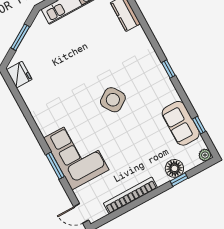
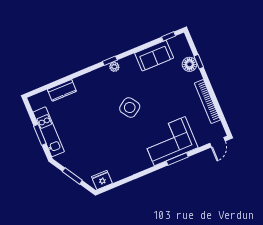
window: (199, 125) -> (168, 36), moved
plant: (205, 155) -> (114, 67), moved

